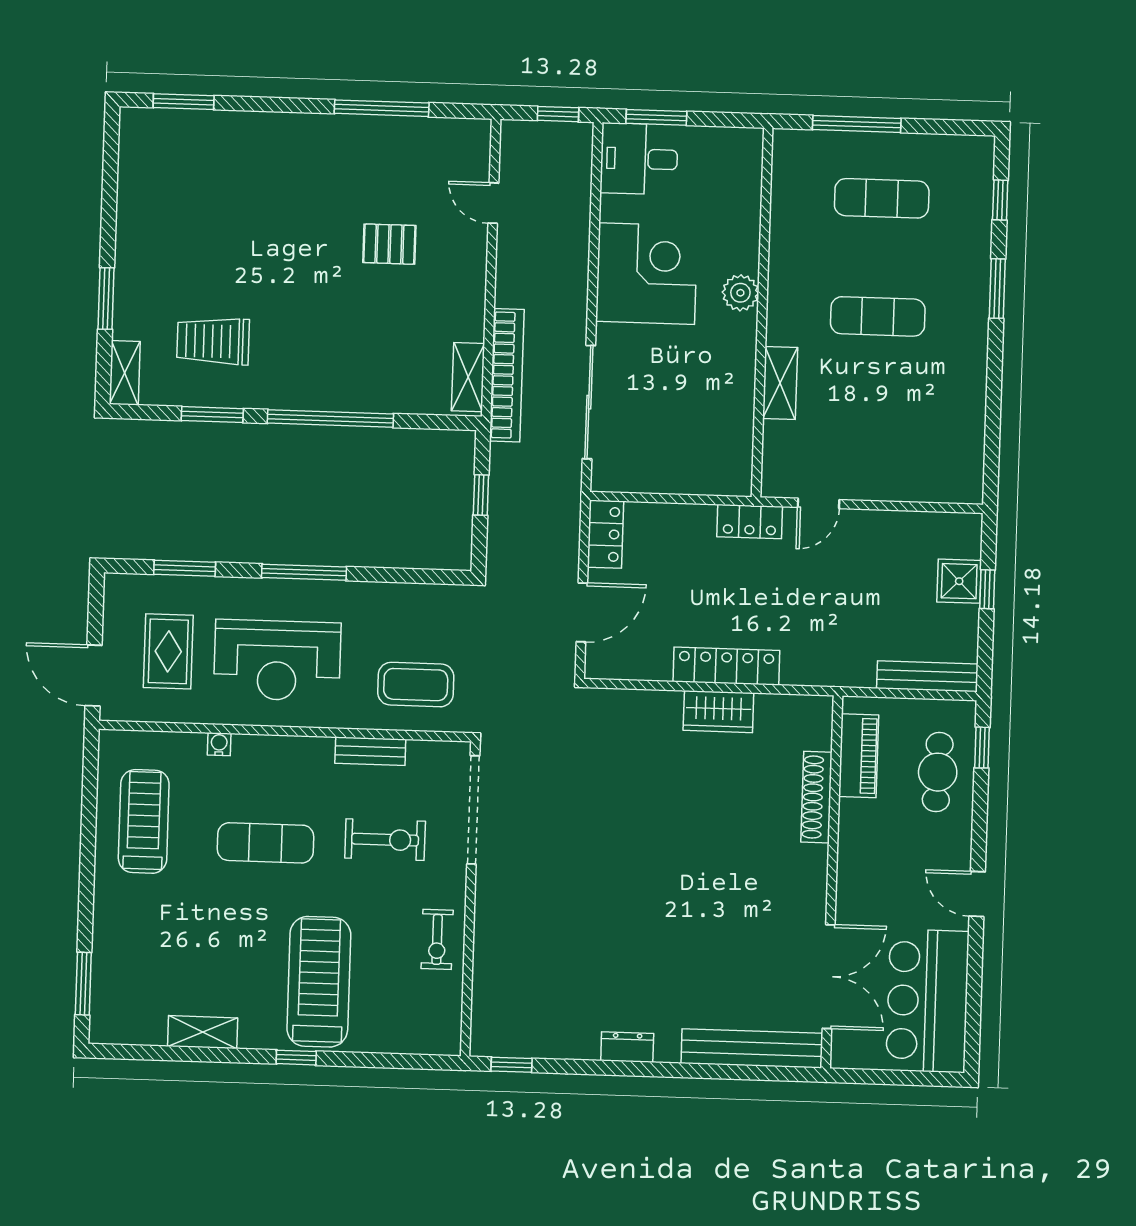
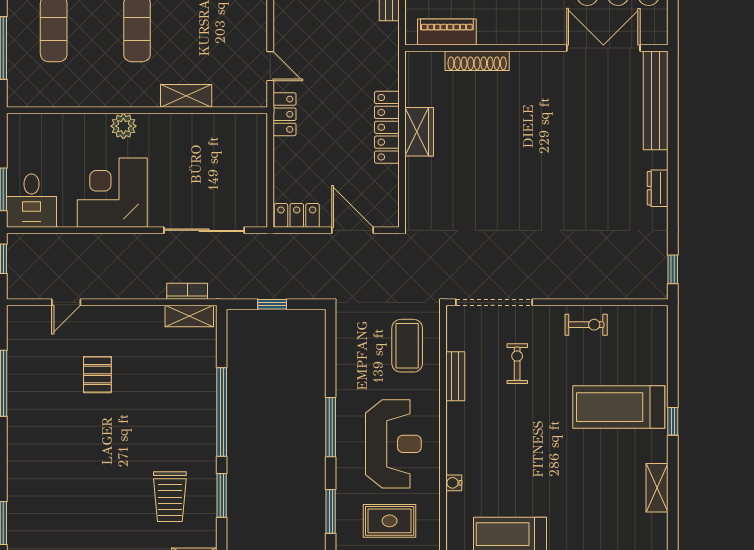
bookcase: (507, 375) -> (187, 291), width x0.43, depth x0.76
exercise bike: (385, 840) -> (517, 364), width x0.73, depth x0.72
exercise mat: (266, 843) -> (522, 448), removed

